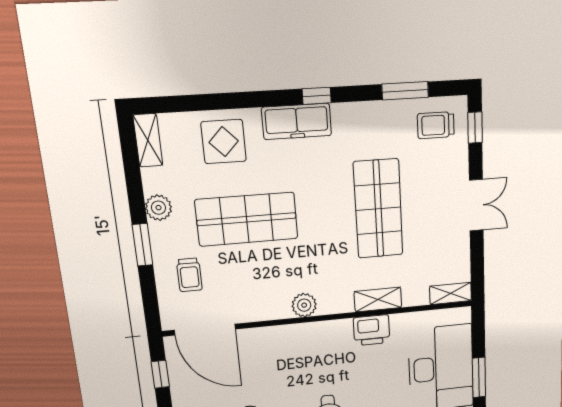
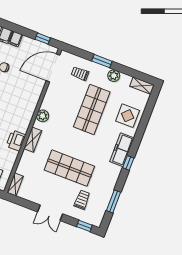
trolley: (436, 125) -> (82, 200), moved
shelving: (378, 300) -> (33, 140), moved

